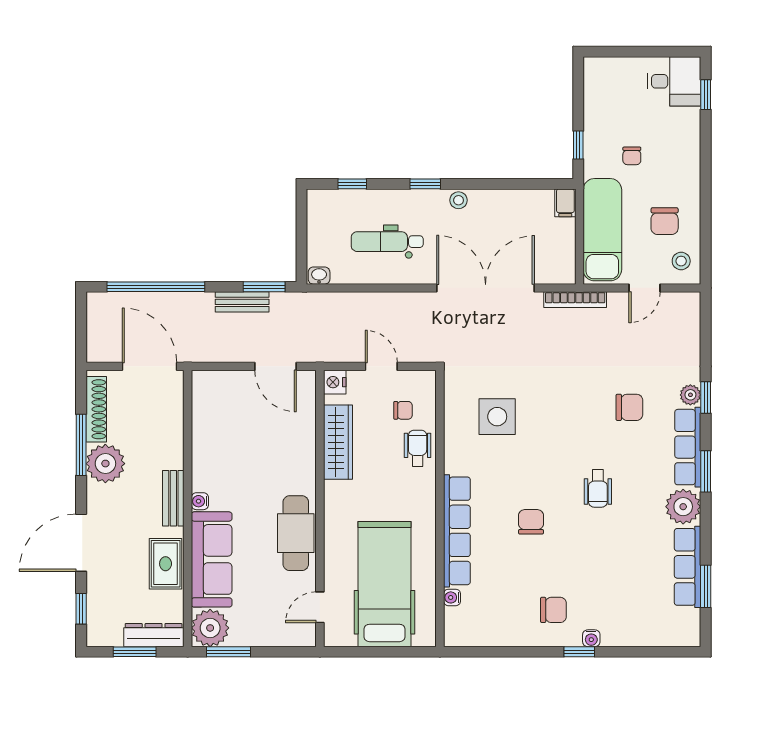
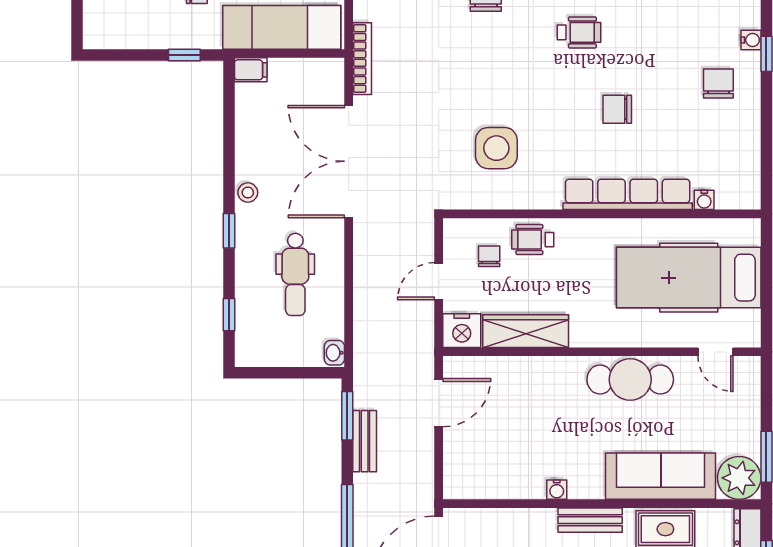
nightstand: (335, 382) -> (462, 331), width x1.36, depth x1.33
water cooler: (200, 501) -> (557, 490), moved

